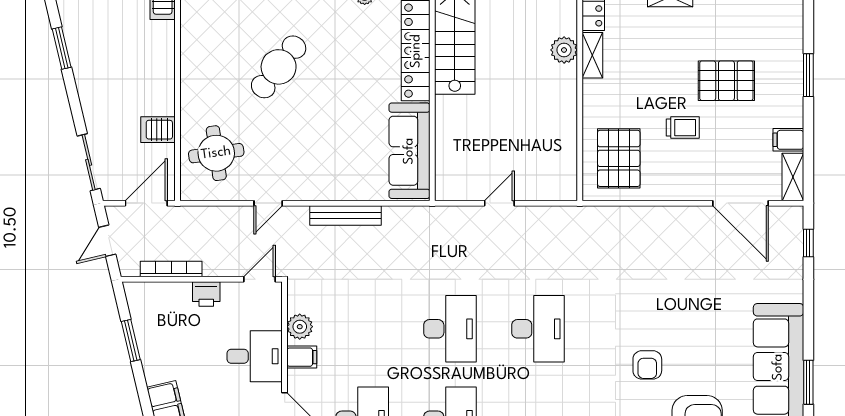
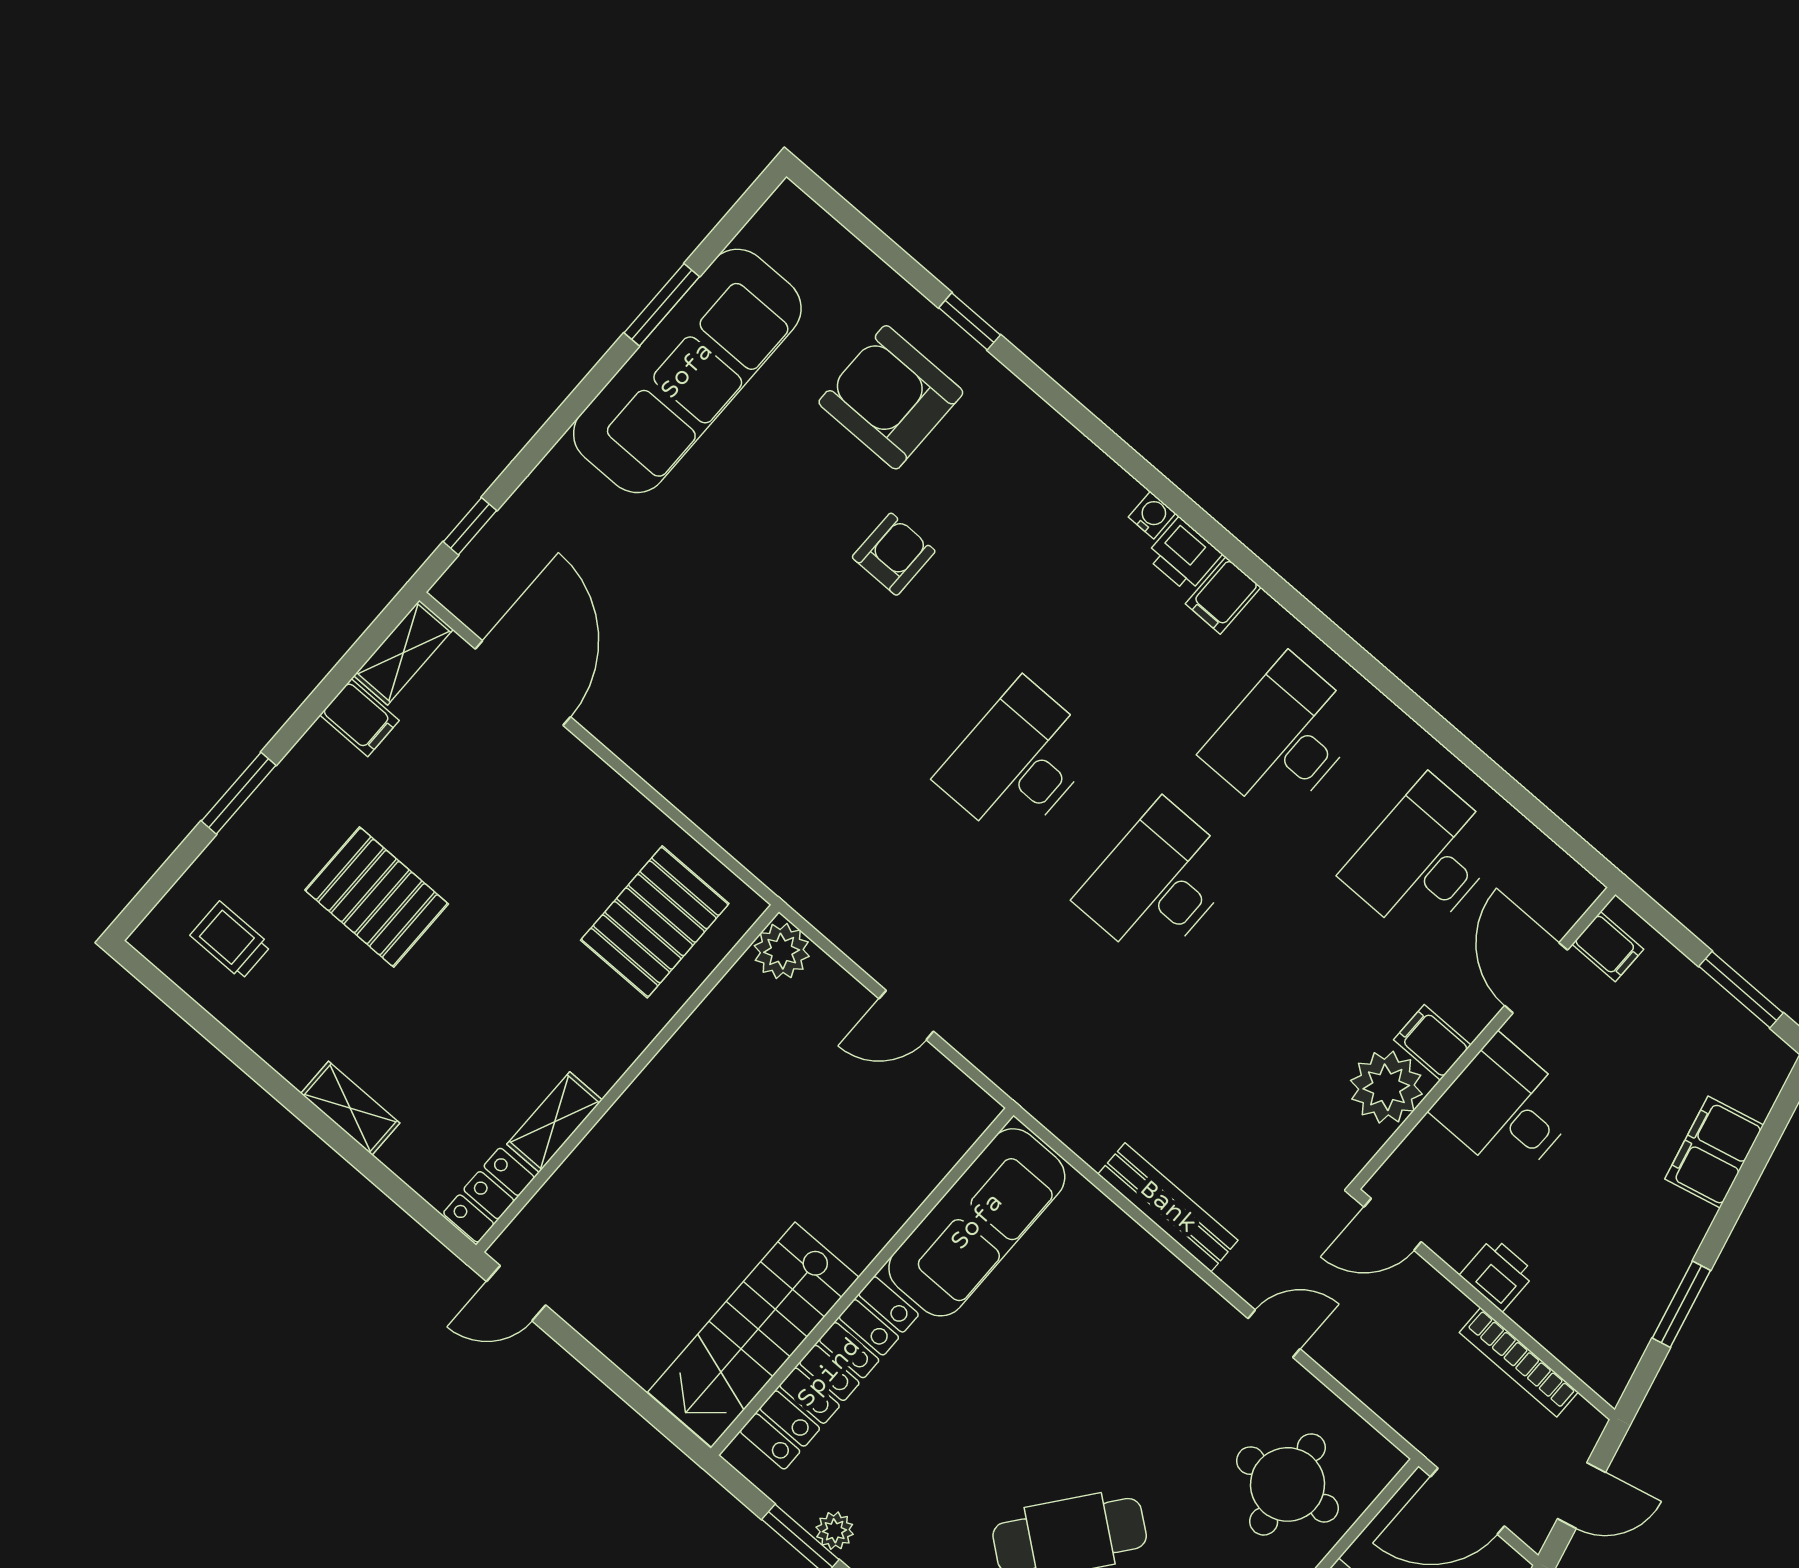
plant: (564, 50) -> (782, 951), moved
trolley: (683, 128) -> (231, 940), moved
plant: (300, 327) -> (1386, 1087), width x1.36, depth x1.36

